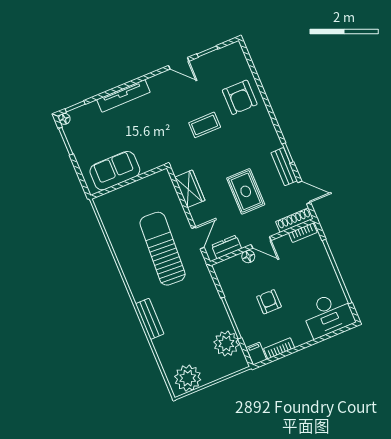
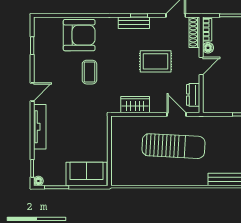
door: (179, 63) -> (32, 92), moved
armchair: (240, 97) -> (79, 35), width x1.36, depth x1.36
bench: (284, 167) -> (134, 23), moved
sofa: (115, 171) -> (87, 174), moved, turned 90
sun lounger: (163, 249) -> (173, 146), turned 180
floor lamp: (248, 256) -> (208, 48), moved

